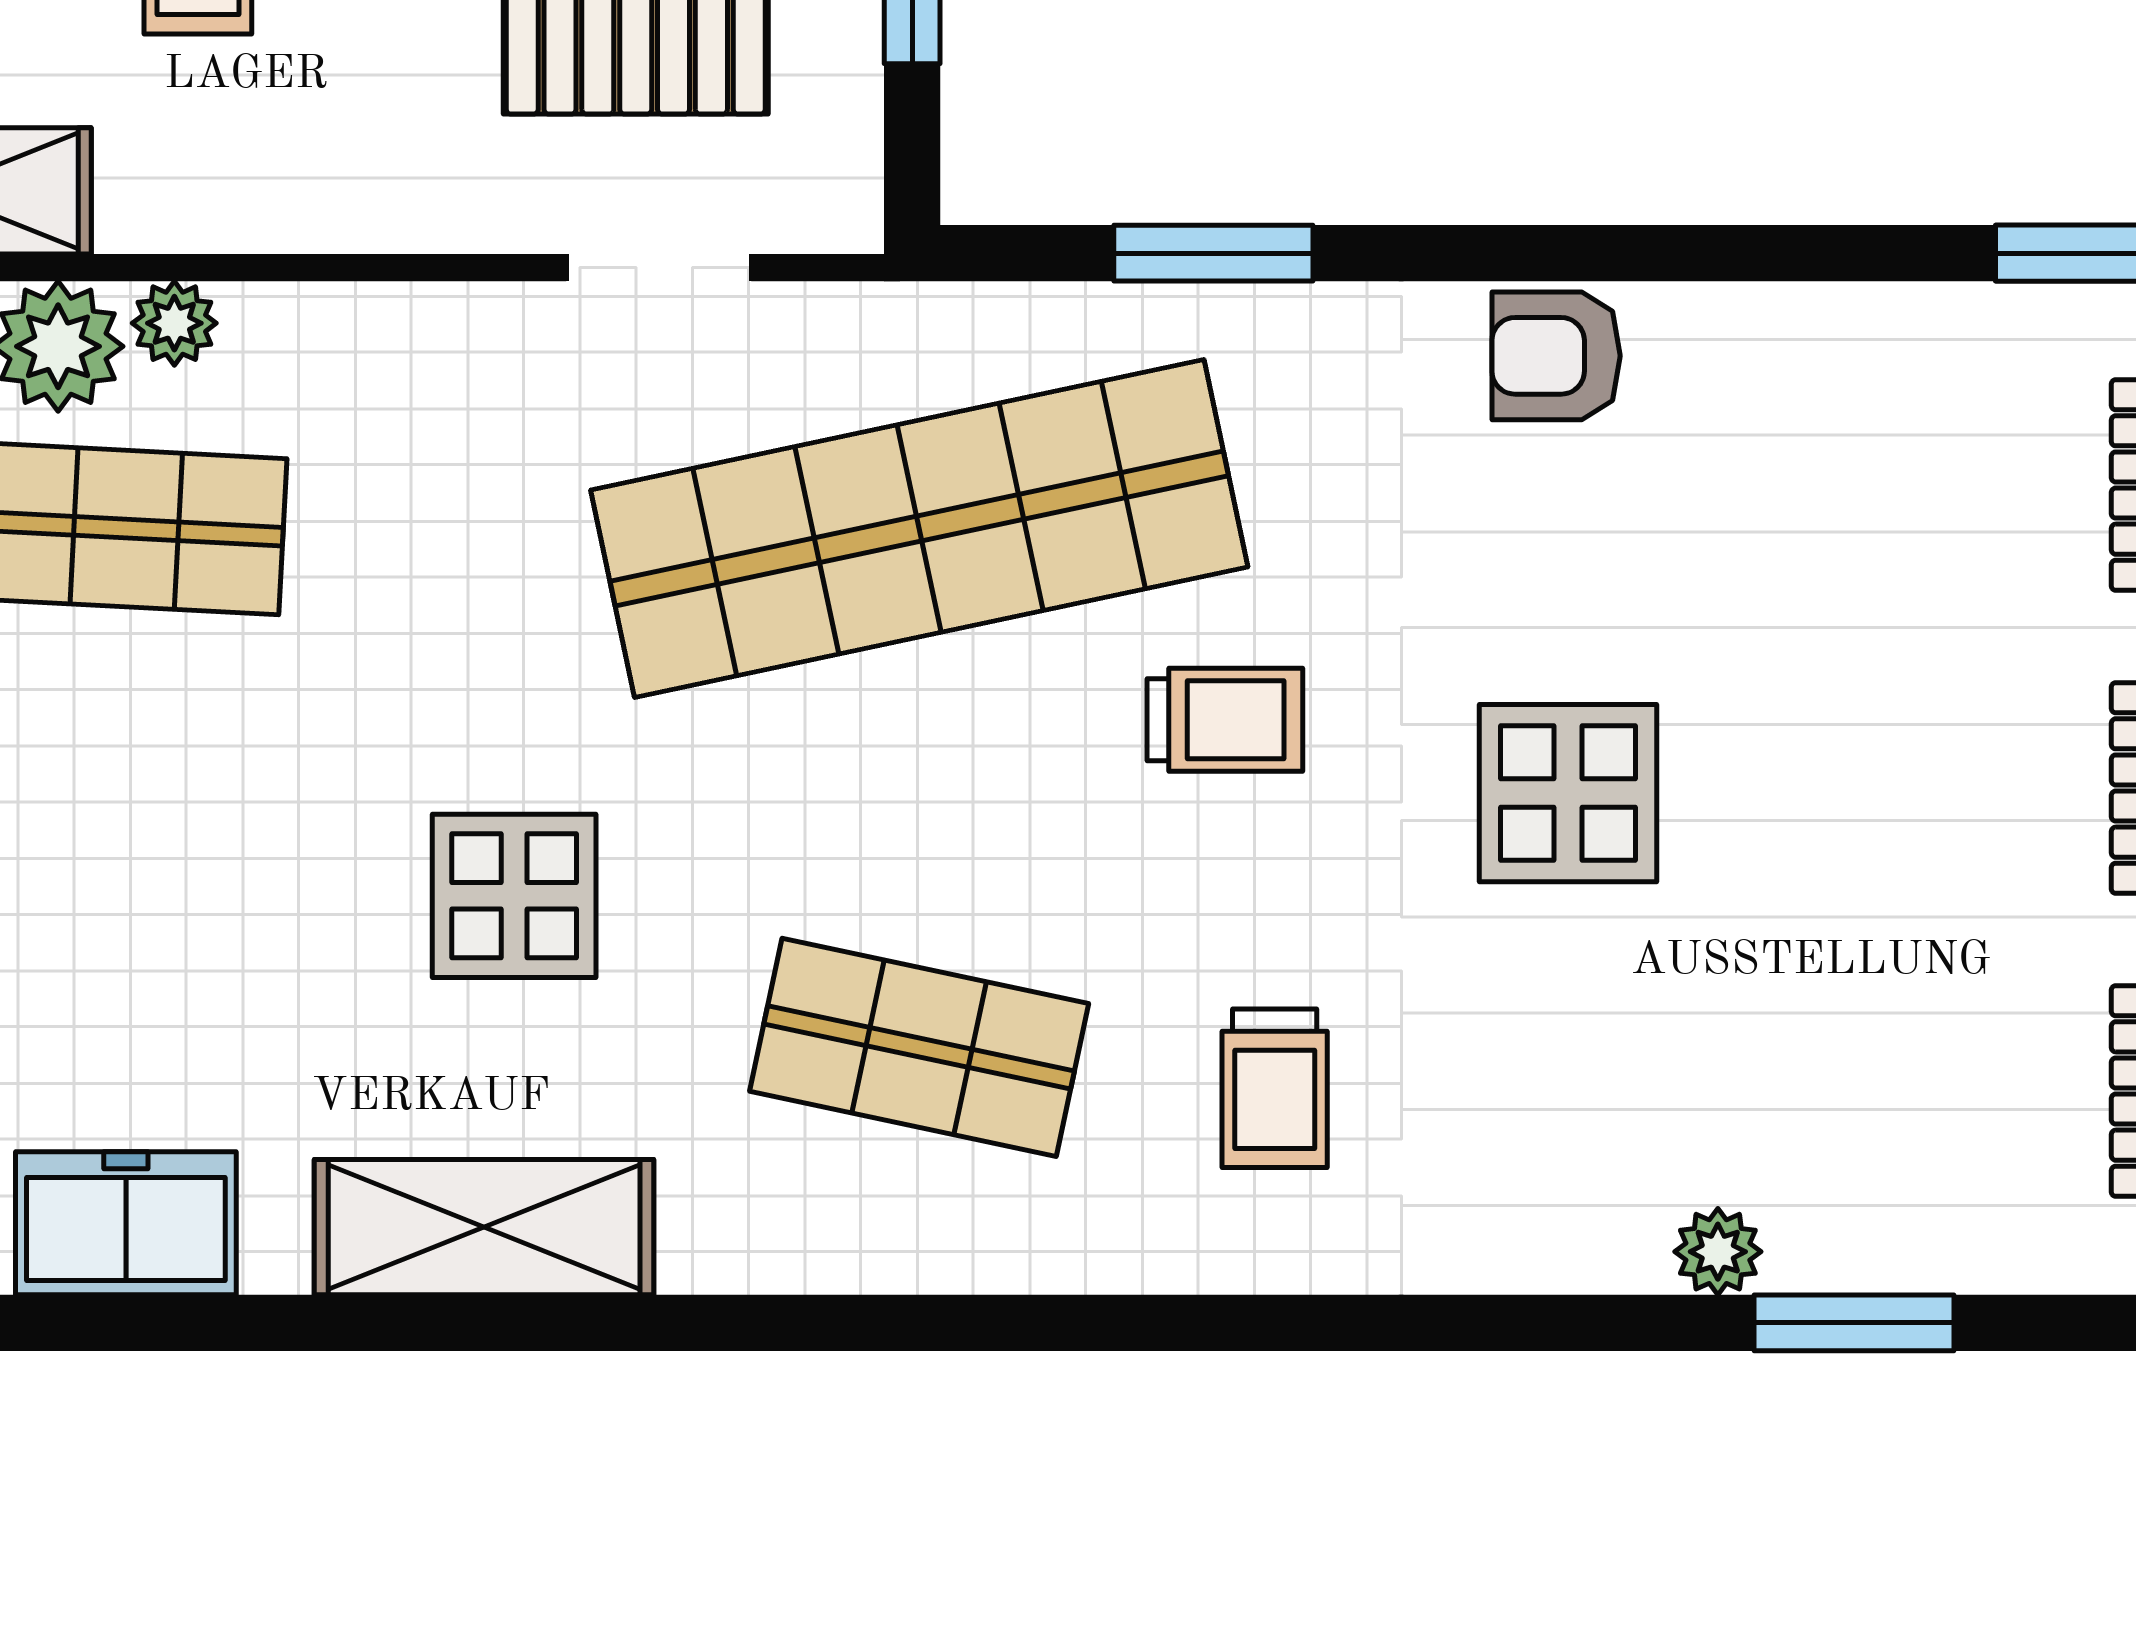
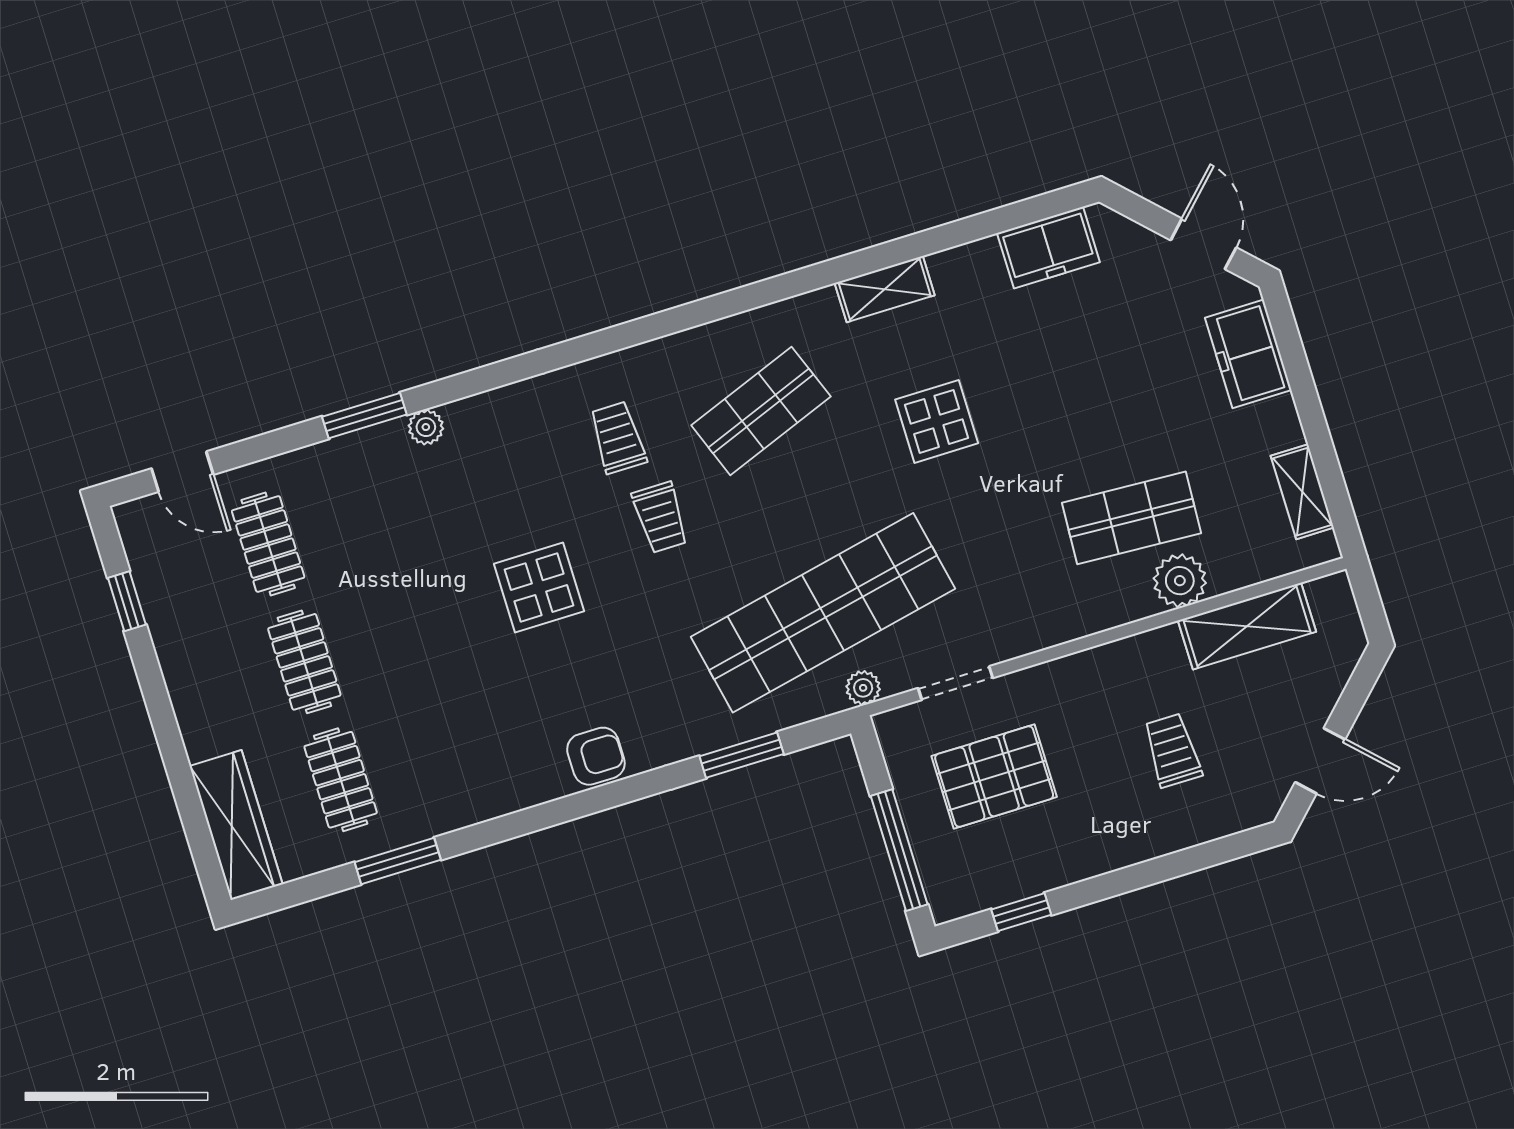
plant: (174, 323) -> (863, 688), moved
trolley: (1225, 720) -> (660, 517), moved, turned -90
shop shelf: (919, 1047) -> (761, 411), turned -33
shelving: (484, 1227) -> (885, 289), width x0.67, depth x0.75

